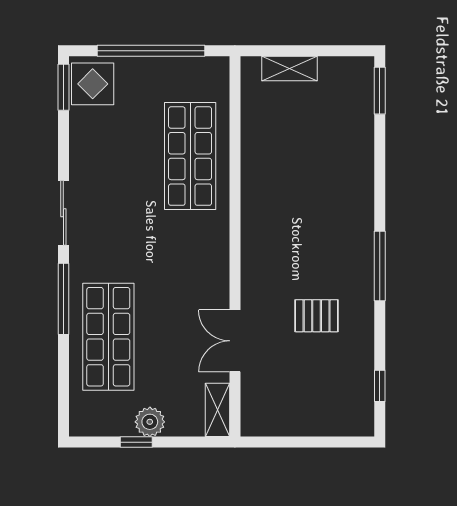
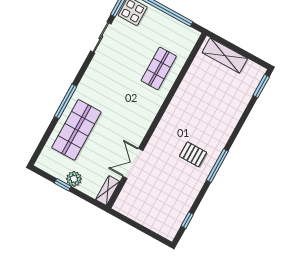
shelving: (290, 69) -> (225, 55), width x1.50, depth x1.33
shop shelf: (190, 156) -> (159, 68), width x0.70, depth x0.74
sliding door: (63, 213) -> (101, 37), moved
pallet: (317, 316) -> (193, 154), moved

